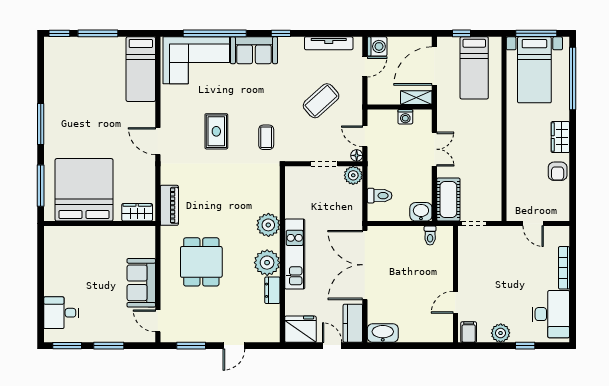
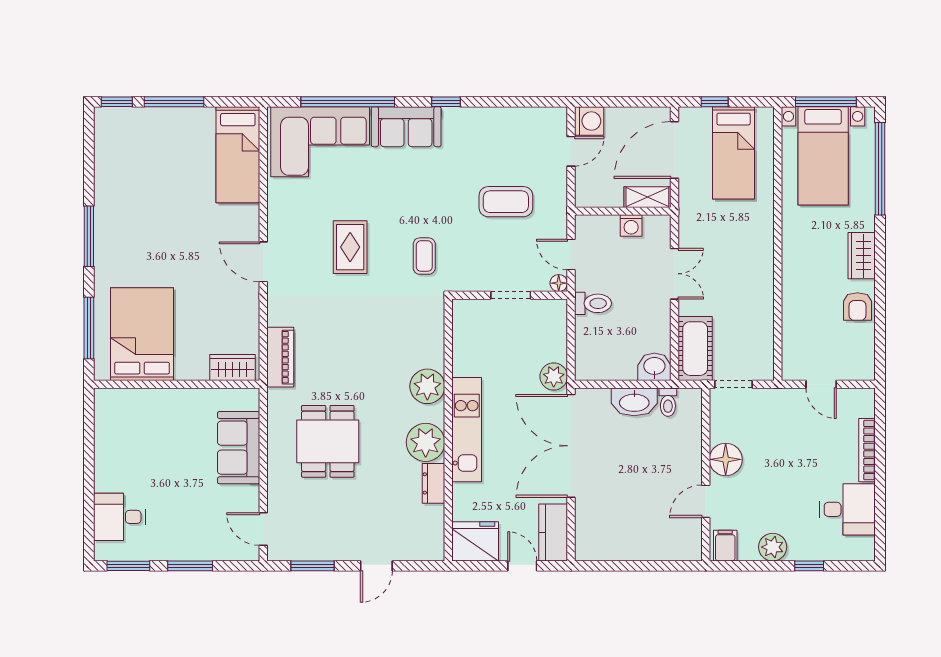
tv unit: (329, 43) -> (517, 116), removed
coffee table: (321, 101) -> (506, 202), turned 42
plant: (353, 175) -> (554, 377), moved
bed: (84, 190) -> (142, 334), width x0.73
toilet: (380, 196) -> (593, 303), moved
floor lamp: (469, 274) -> (726, 459), added
sofa: (141, 283) -> (239, 448), moved
desk: (551, 314) -> (848, 509), width x0.73
washbasin: (383, 333) -> (634, 402), moved, turned 180

